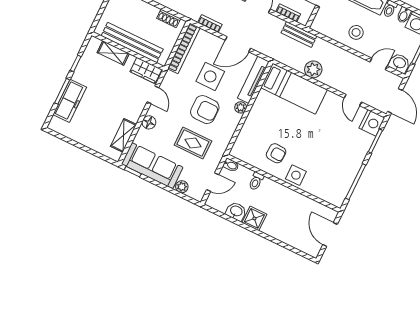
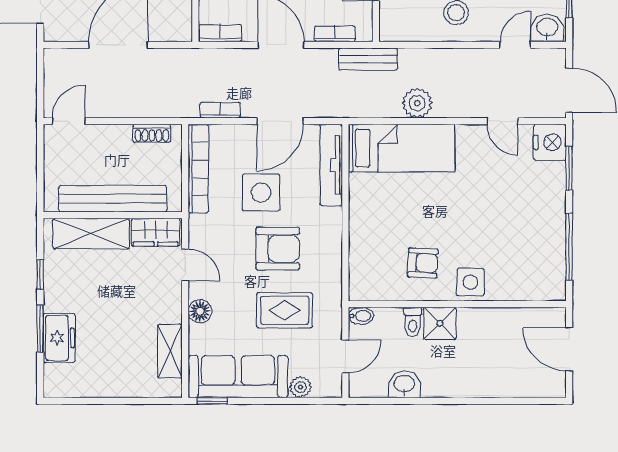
shelving: (113, 53) -> (91, 234), width x1.50, depth x1.33
freezer: (70, 101) -> (59, 338), width x0.71
plant: (241, 107) -> (332, 218), removed
shower: (254, 218) -> (440, 323), moved

